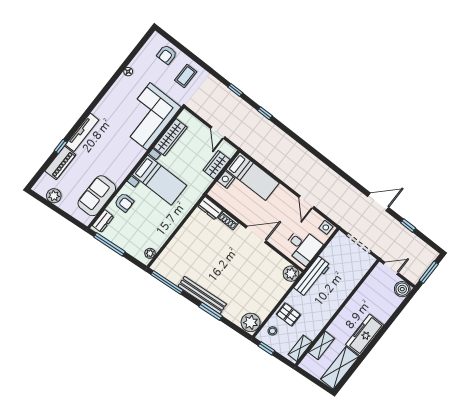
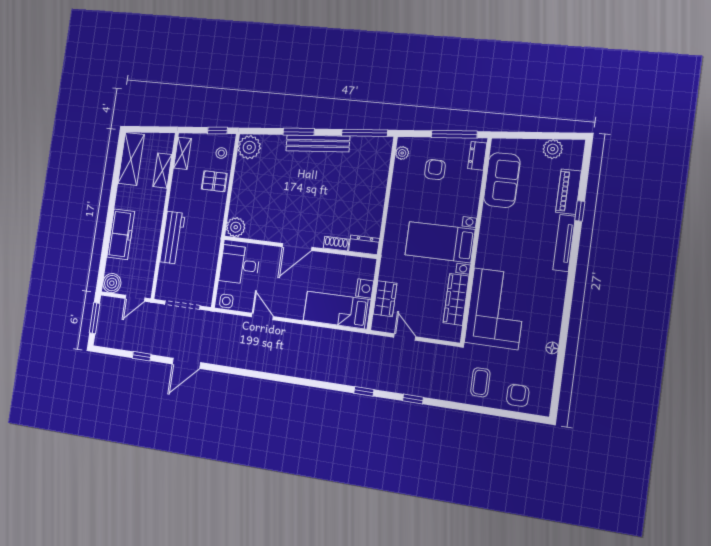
armchair: (124, 202) -> (435, 170), moved, turned 90
workbench: (312, 277) -> (172, 238), moved, turned 180
freezer: (365, 335) -> (121, 234), moved

